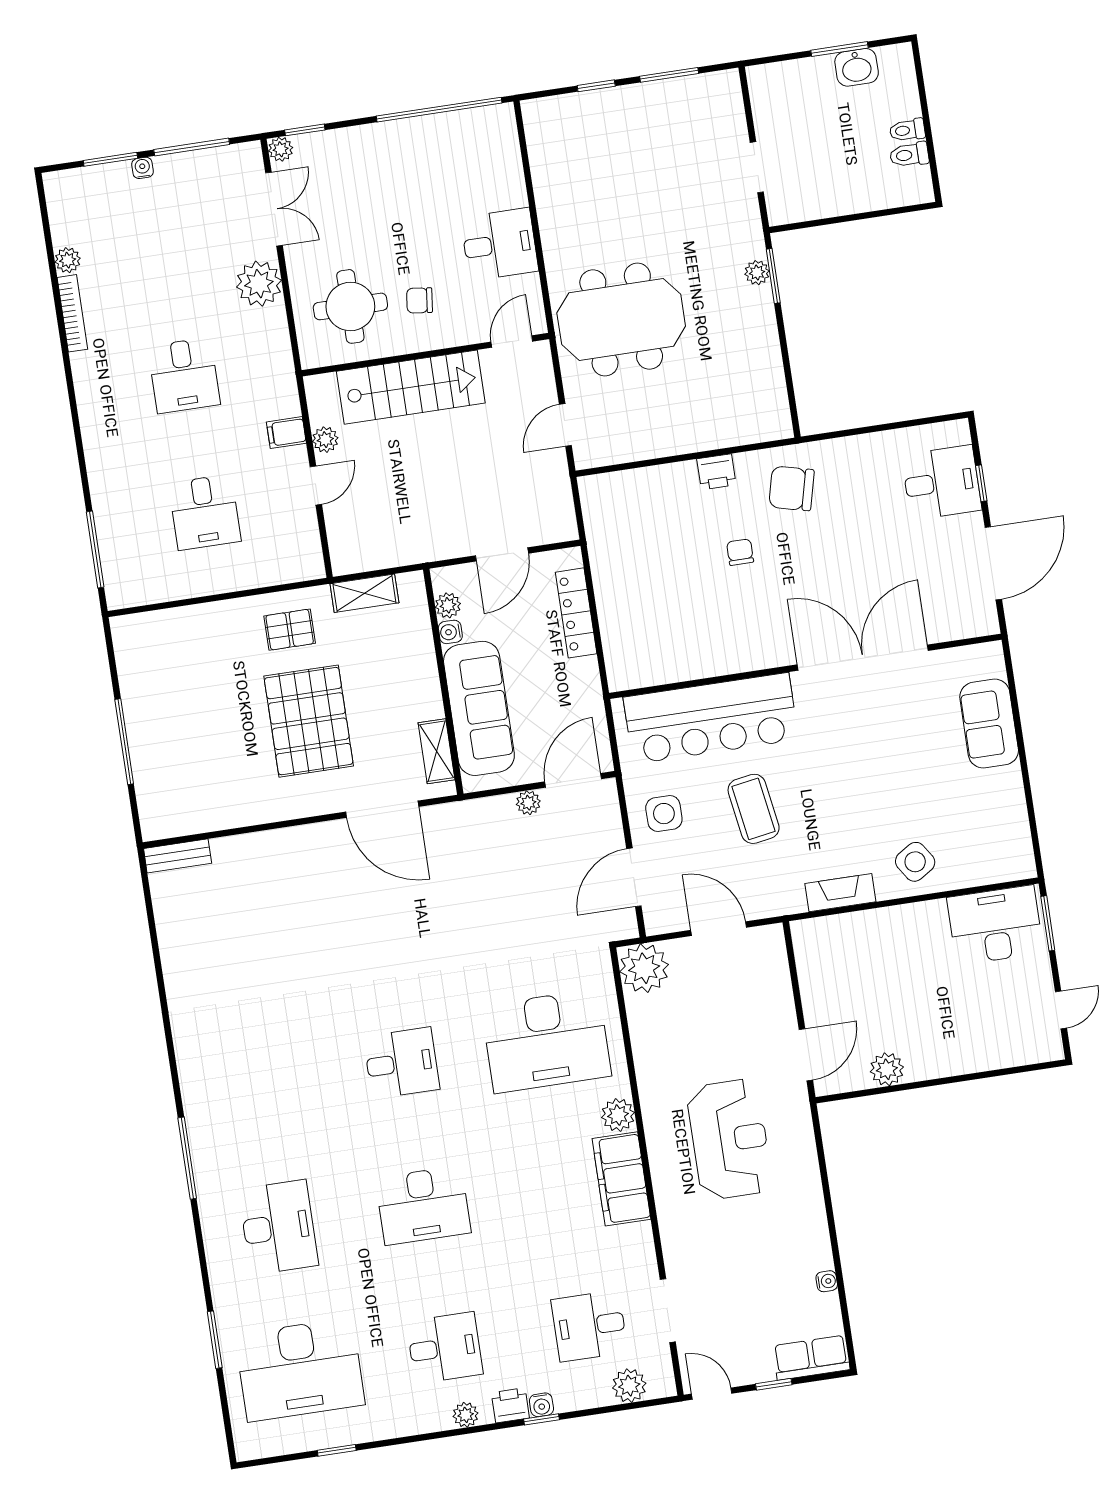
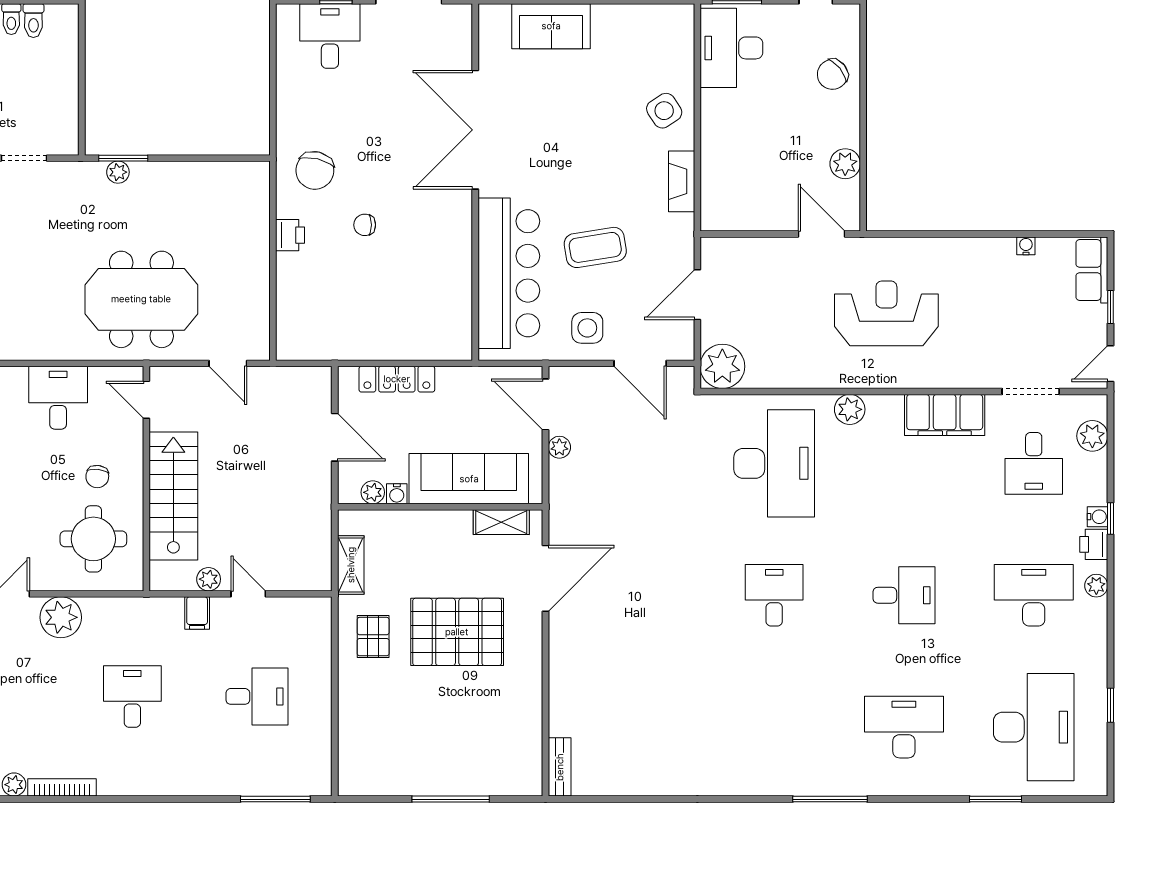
meeting table: (621, 319) -> (141, 299), turned 90
desk: (184, 375) -> (132, 696), turned -90
chair: (983, 1041) -> (833, 74), added
filing cabinet: (621, 1179) -> (945, 415), moved
desk: (423, 1205) -> (904, 595), width x0.73
desk: (445, 1348) -> (1034, 595), width x1.37

